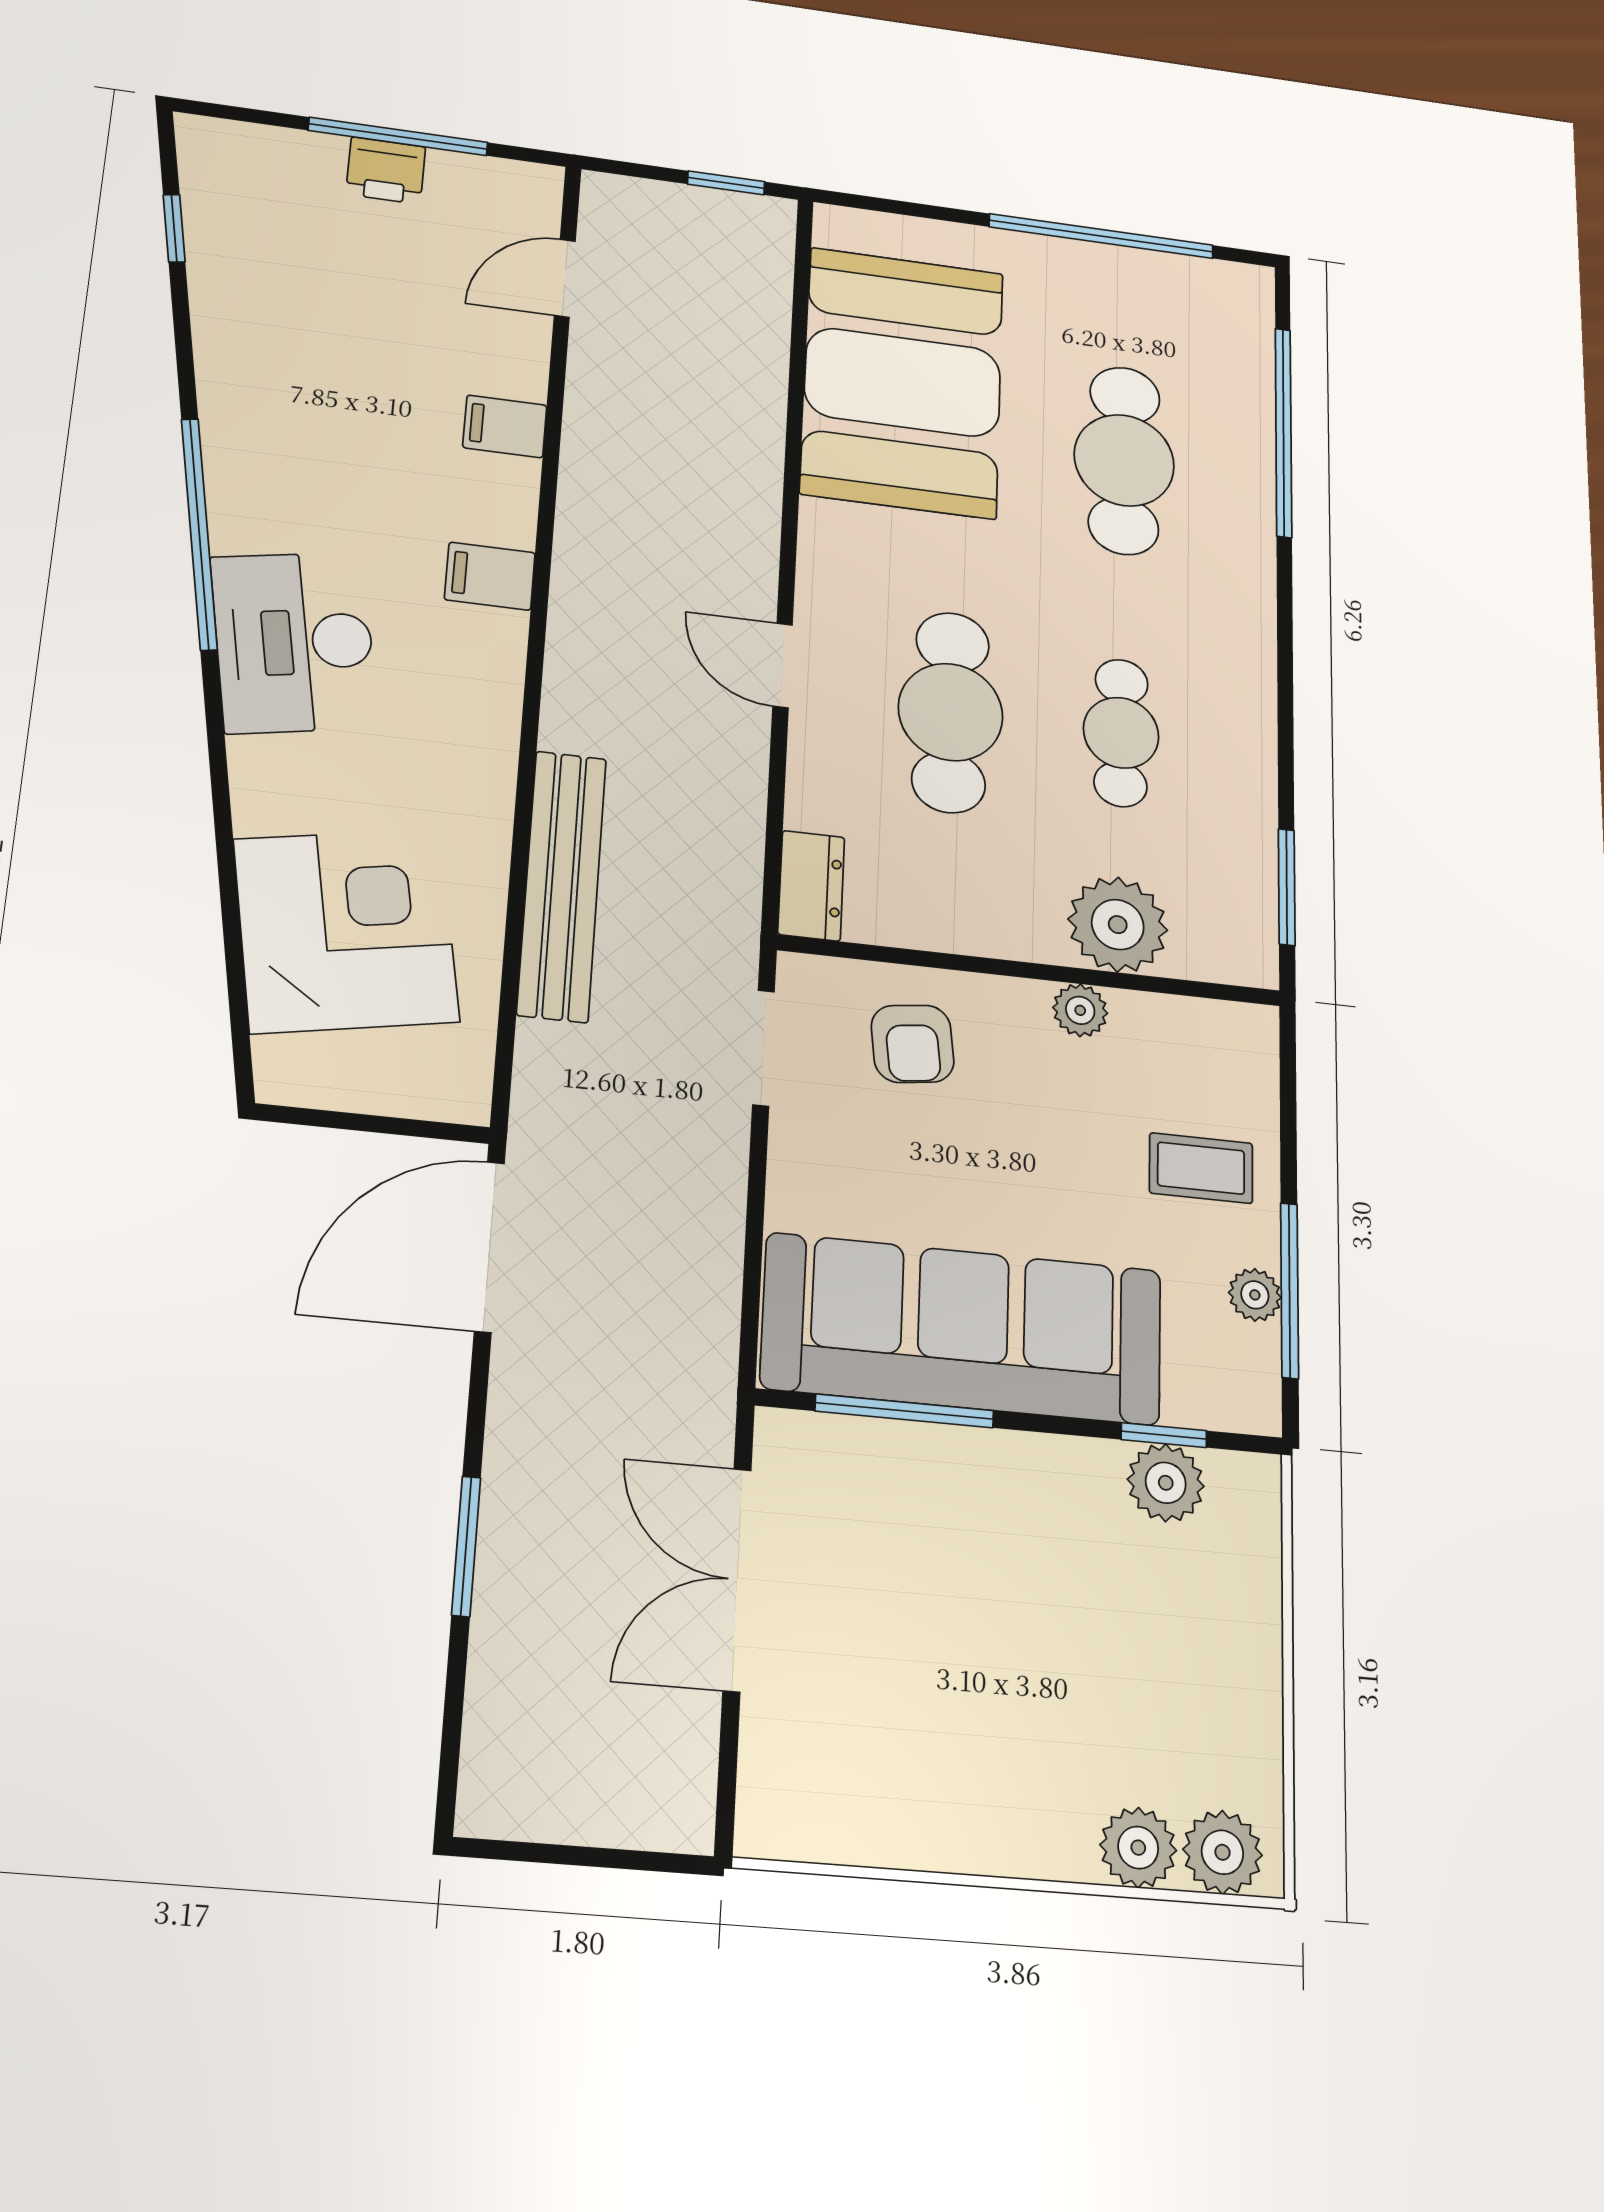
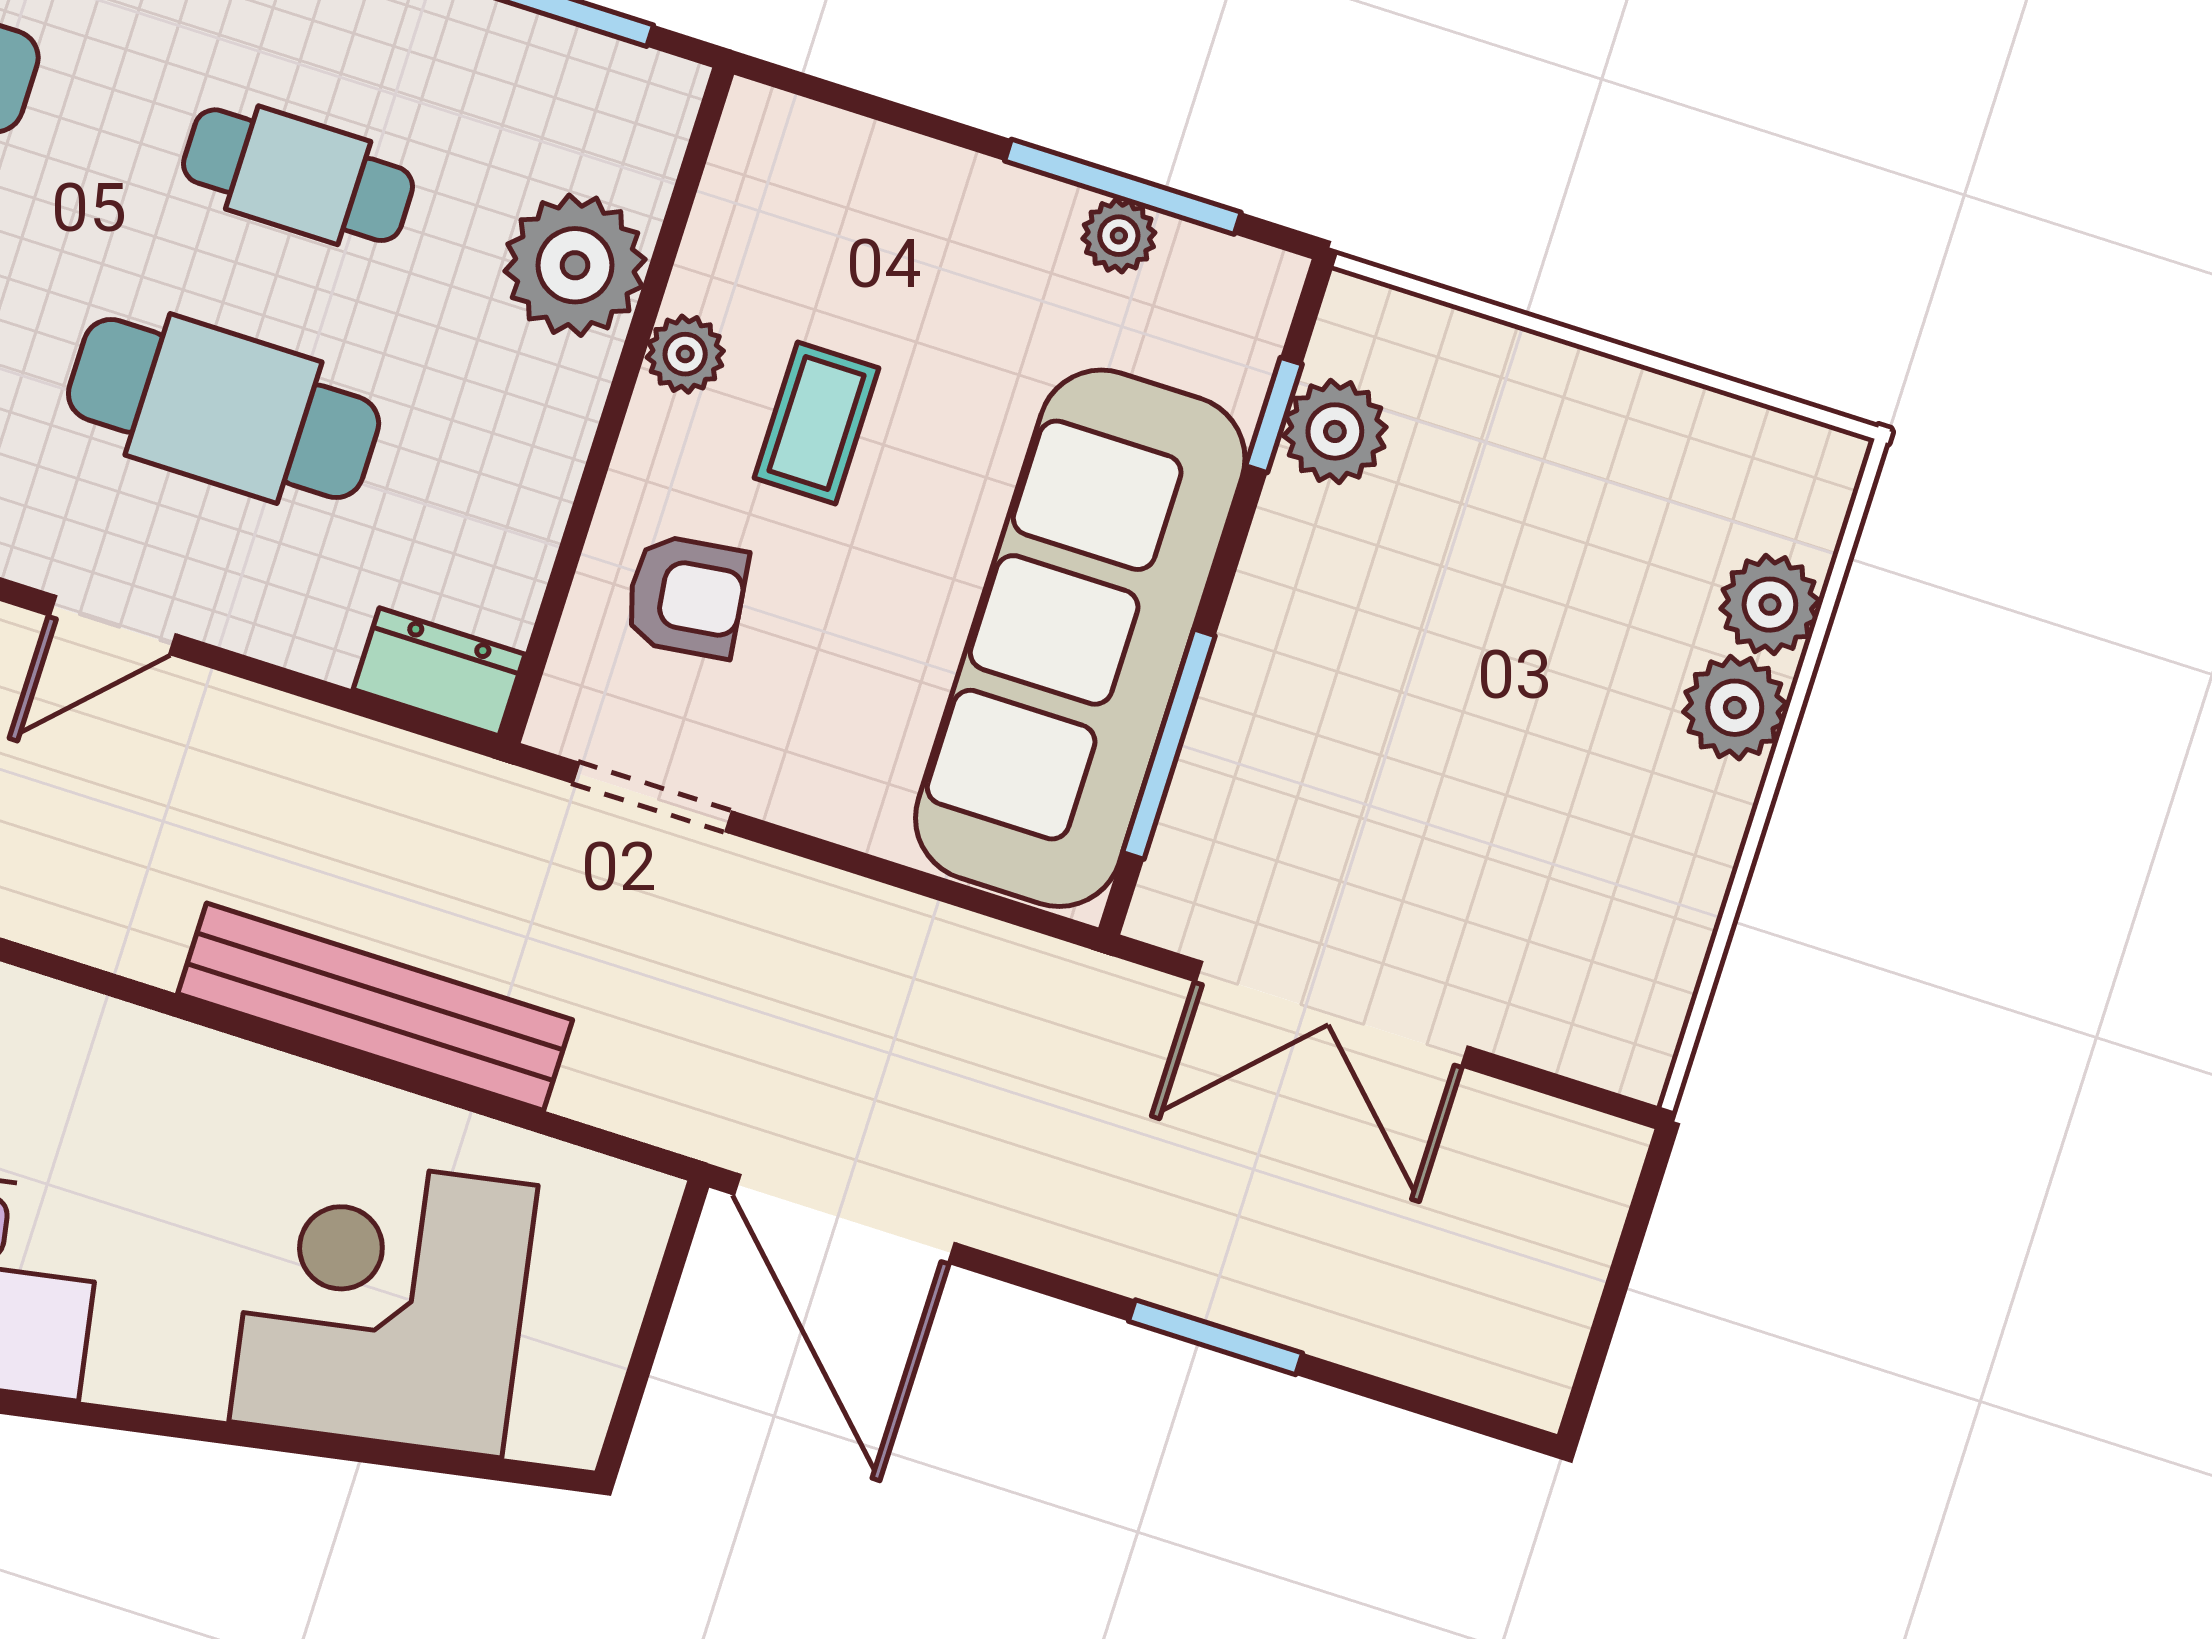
coffee table: (1201, 1168) -> (817, 423), moved
plant: (1222, 1852) -> (1735, 708), moved

